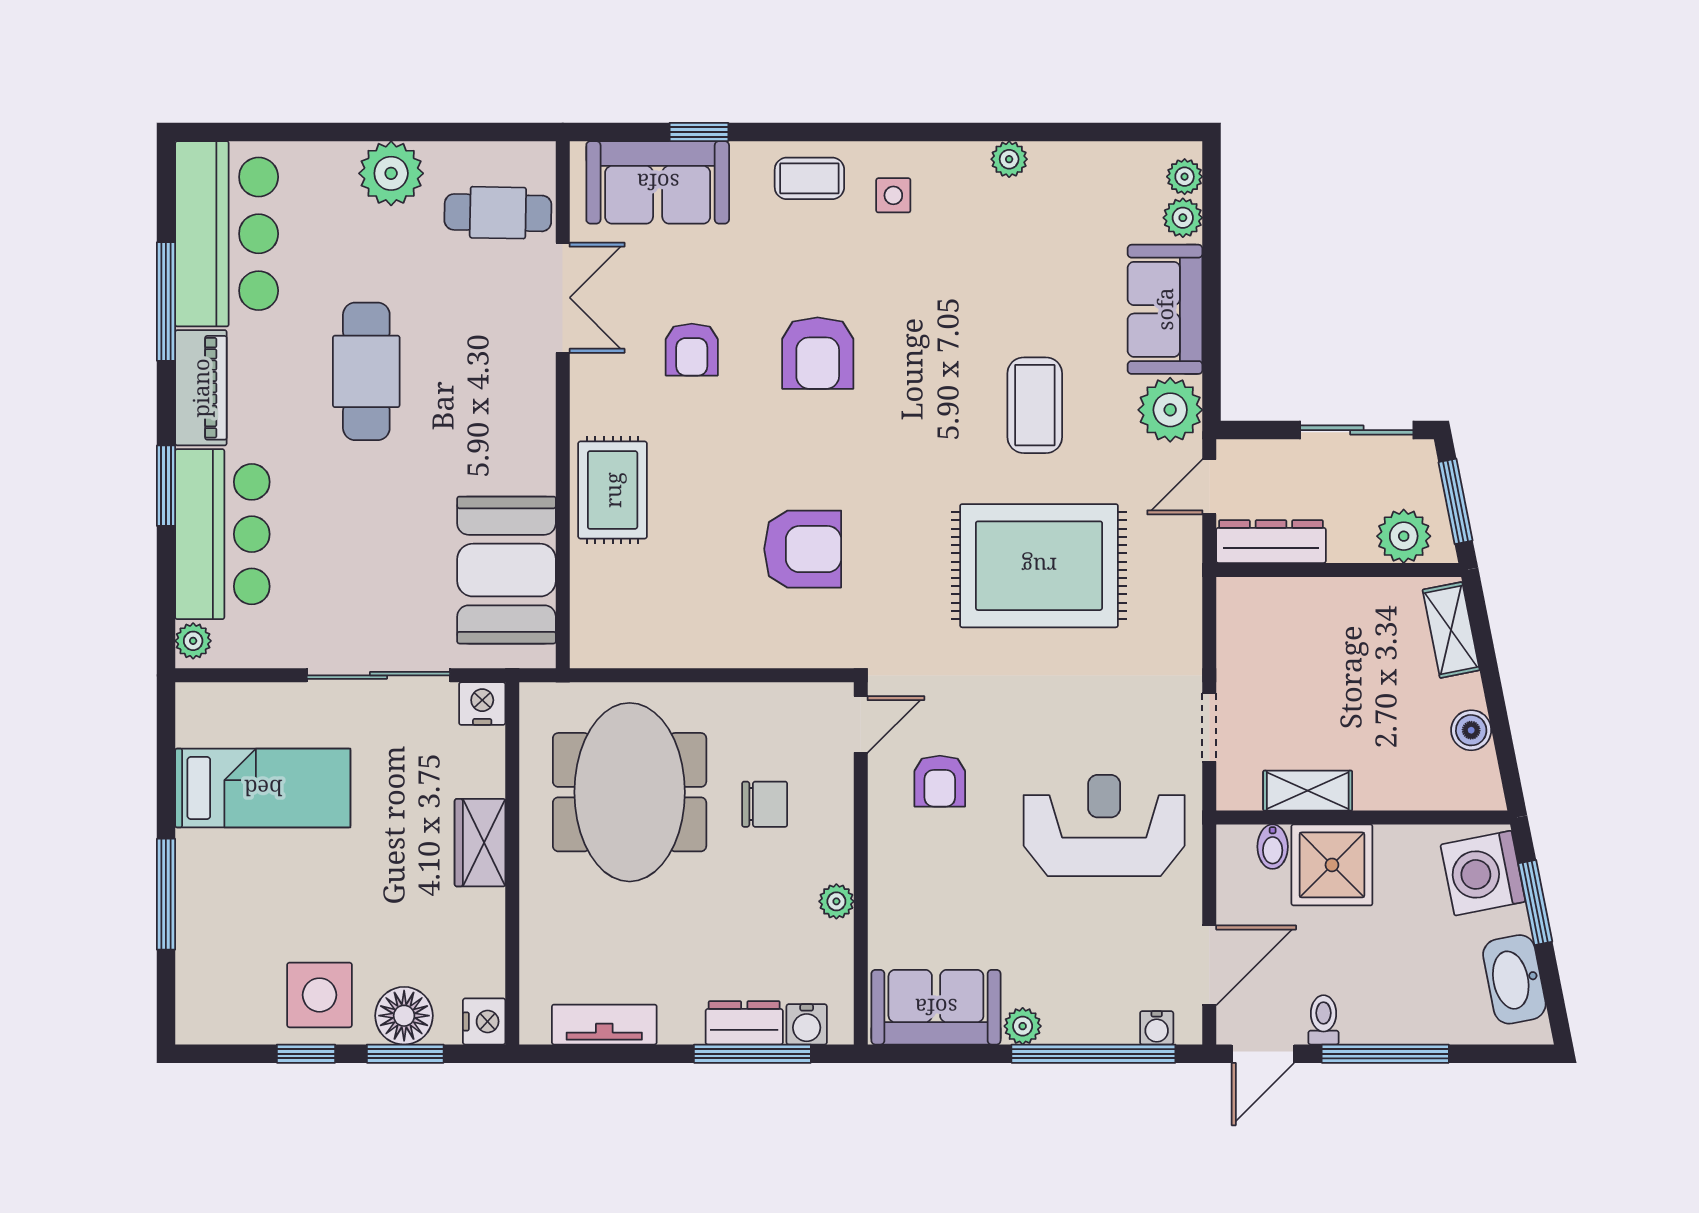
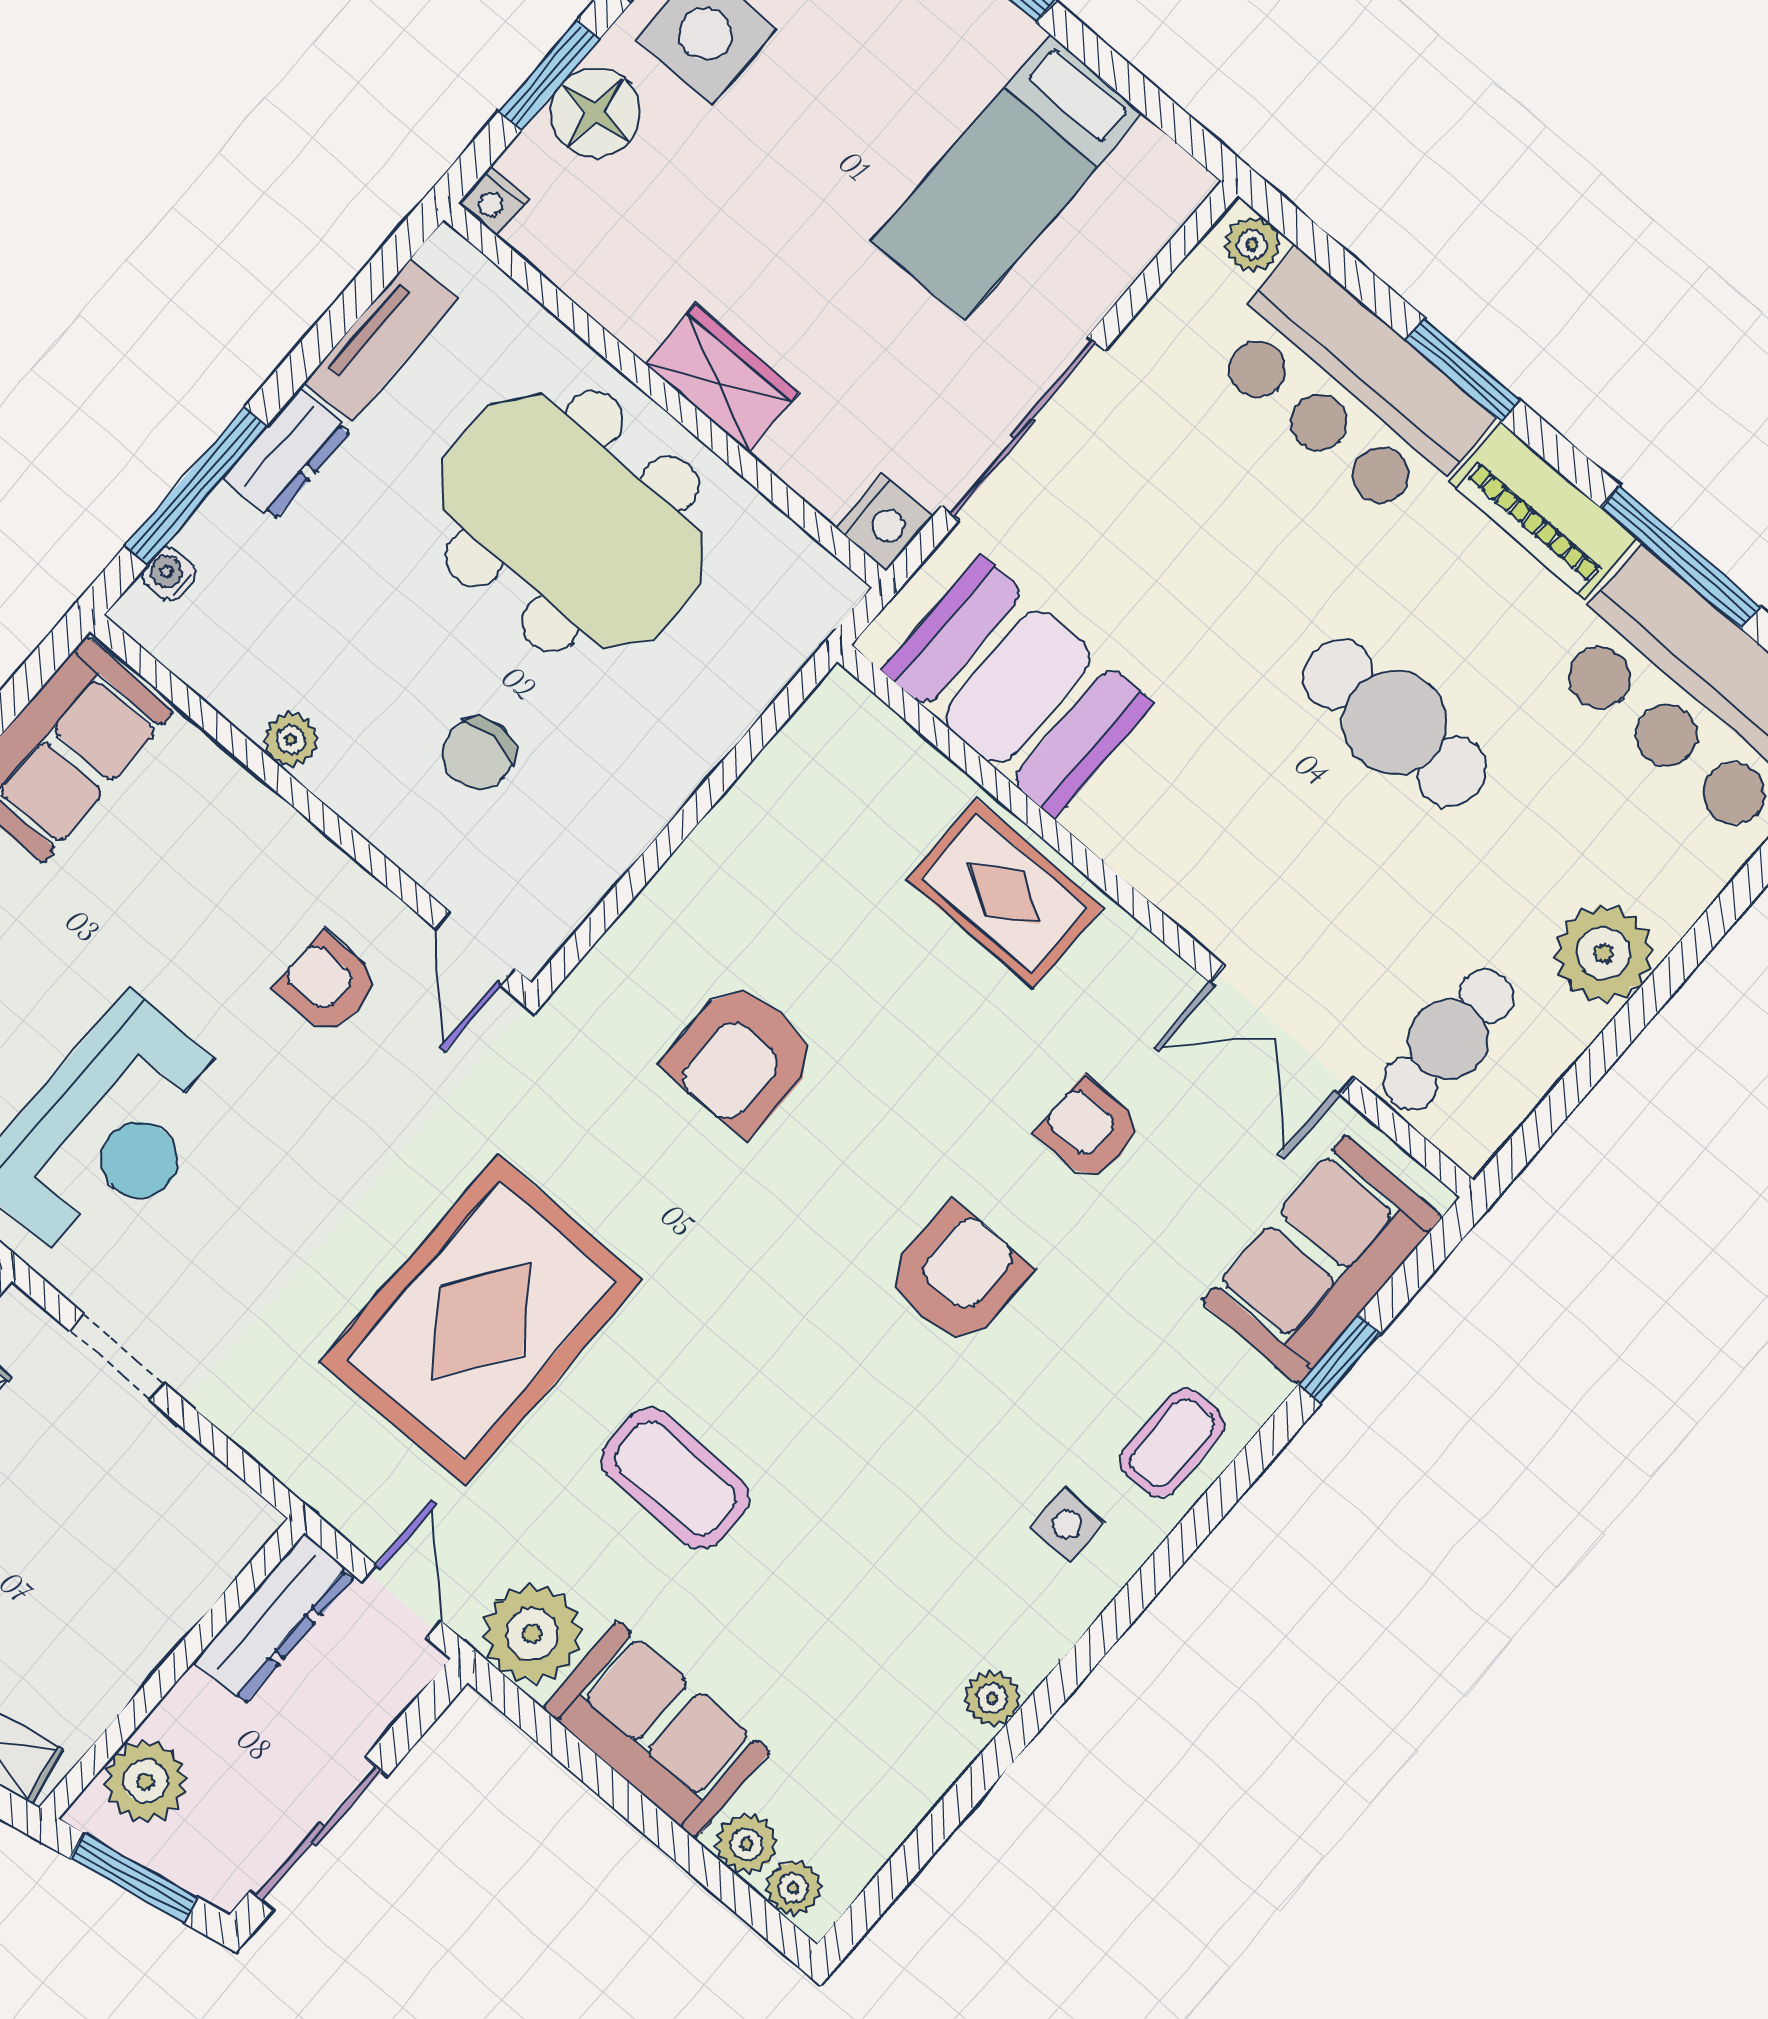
armchair: (818, 353) -> (958, 1275), turned 90
meeting table: (630, 792) -> (572, 521), moved
nightstand: (484, 1021) -> (493, 201), width x0.72, depth x0.74
dresser: (744, 1023) -> (287, 454), moved
water cooler: (807, 1024) -> (169, 574), width x0.72, depth x0.72

